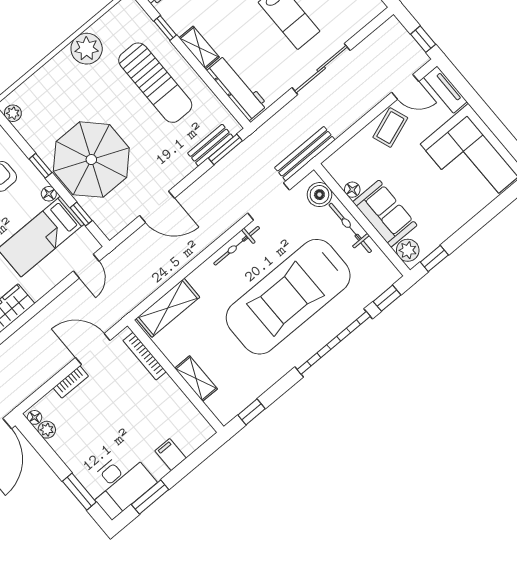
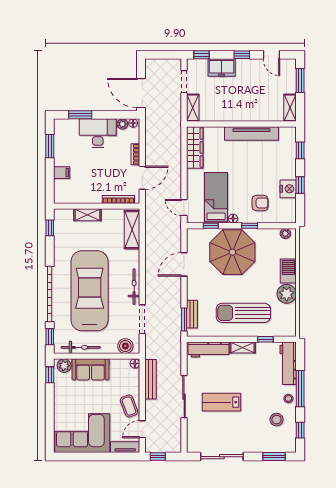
barbecue: (57, 70) -> (288, 271), added
bench: (305, 154) -> (150, 379), moved
floor lamp: (352, 190) -> (135, 363), moved
bicycle: (350, 228) -> (81, 347), moved
desk: (120, 484) -> (98, 133), moved, turned 90

